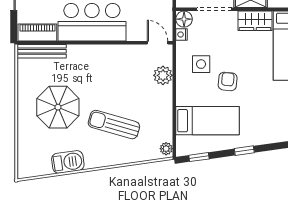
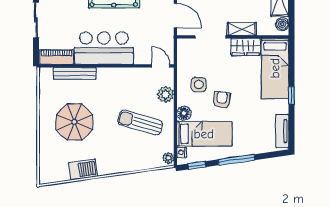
floor lamp: (184, 19) -> (184, 113), moved
nightstand: (181, 34) -> (182, 152), moved
bench: (42, 51) -> (75, 73), moved
sun lounger: (114, 125) -> (140, 123), moved
window: (244, 151) -> (236, 160), width x2.17

